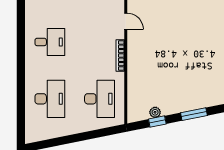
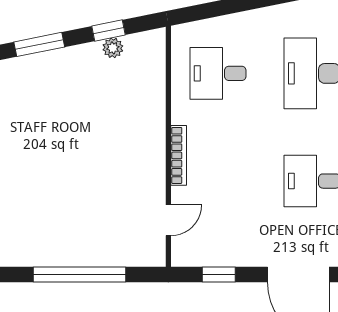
door: (126, 21) -> (168, 220), swing flipped
desk: (99, 99) -> (218, 73), width x0.73

